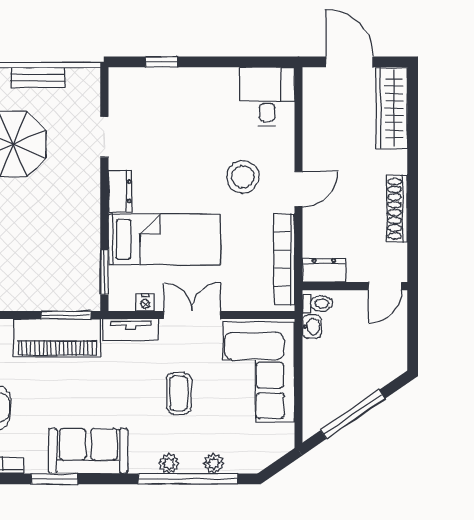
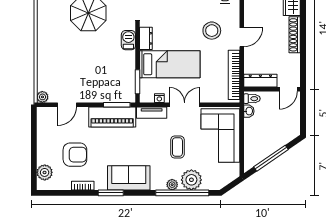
barbecue: (88, 195) -> (128, 40), added
shoe rack: (397, 209) -> (295, 35), moved
dresser: (324, 270) -> (260, 81), width x1.44
plant: (214, 463) -> (191, 180), width x1.87, depth x1.87

